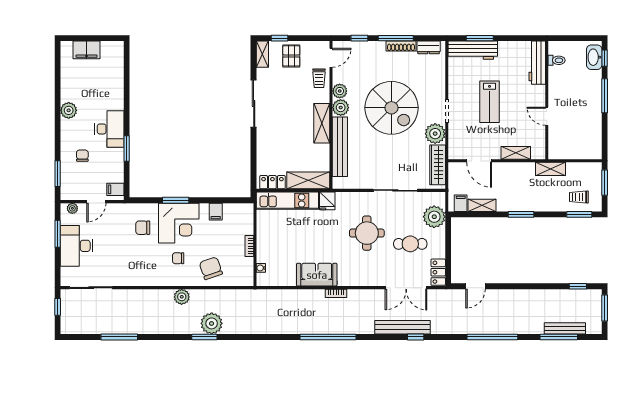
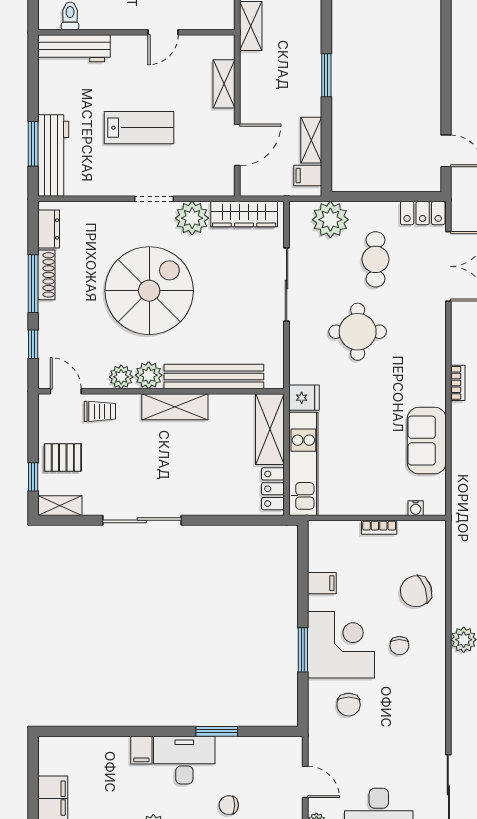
filing cabinet: (115, 189) -> (141, 750), moved
sofa: (317, 275) -> (427, 441), moved

